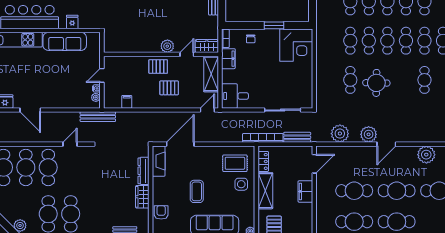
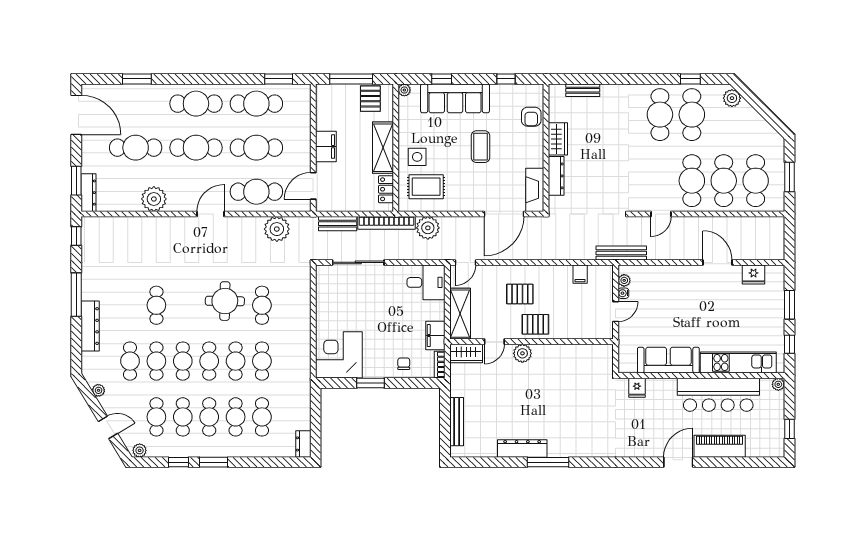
fridge: (72, 22) -> (637, 388), moved
plant: (369, 134) -> (428, 228), moved
cafe table: (354, 160) -> (256, 192), added

